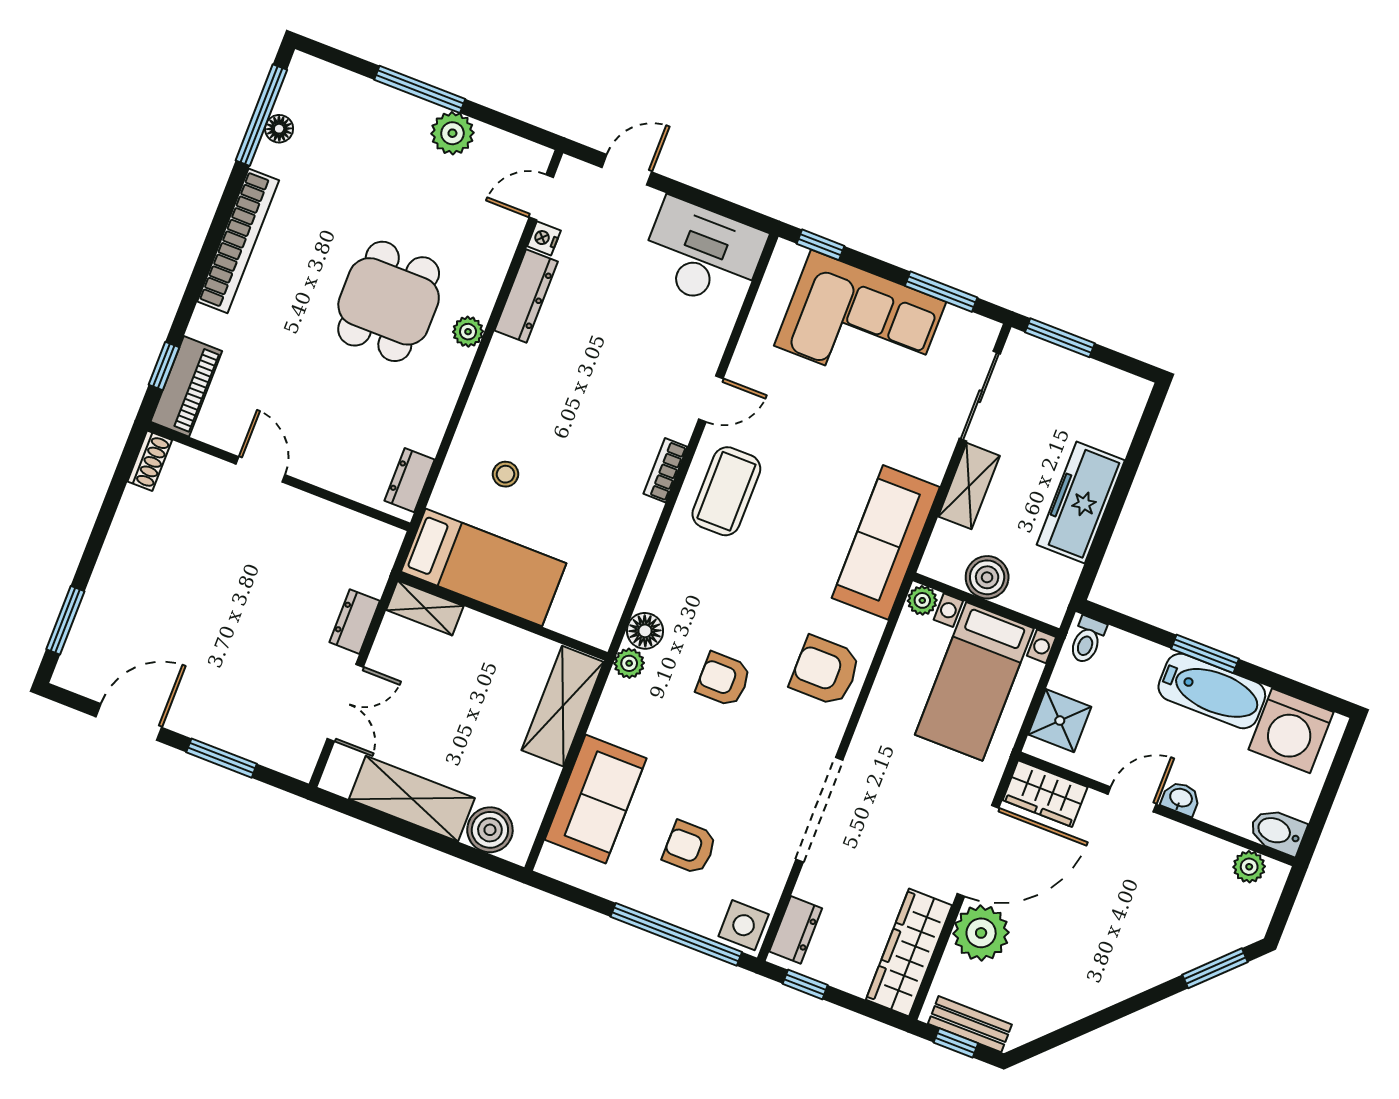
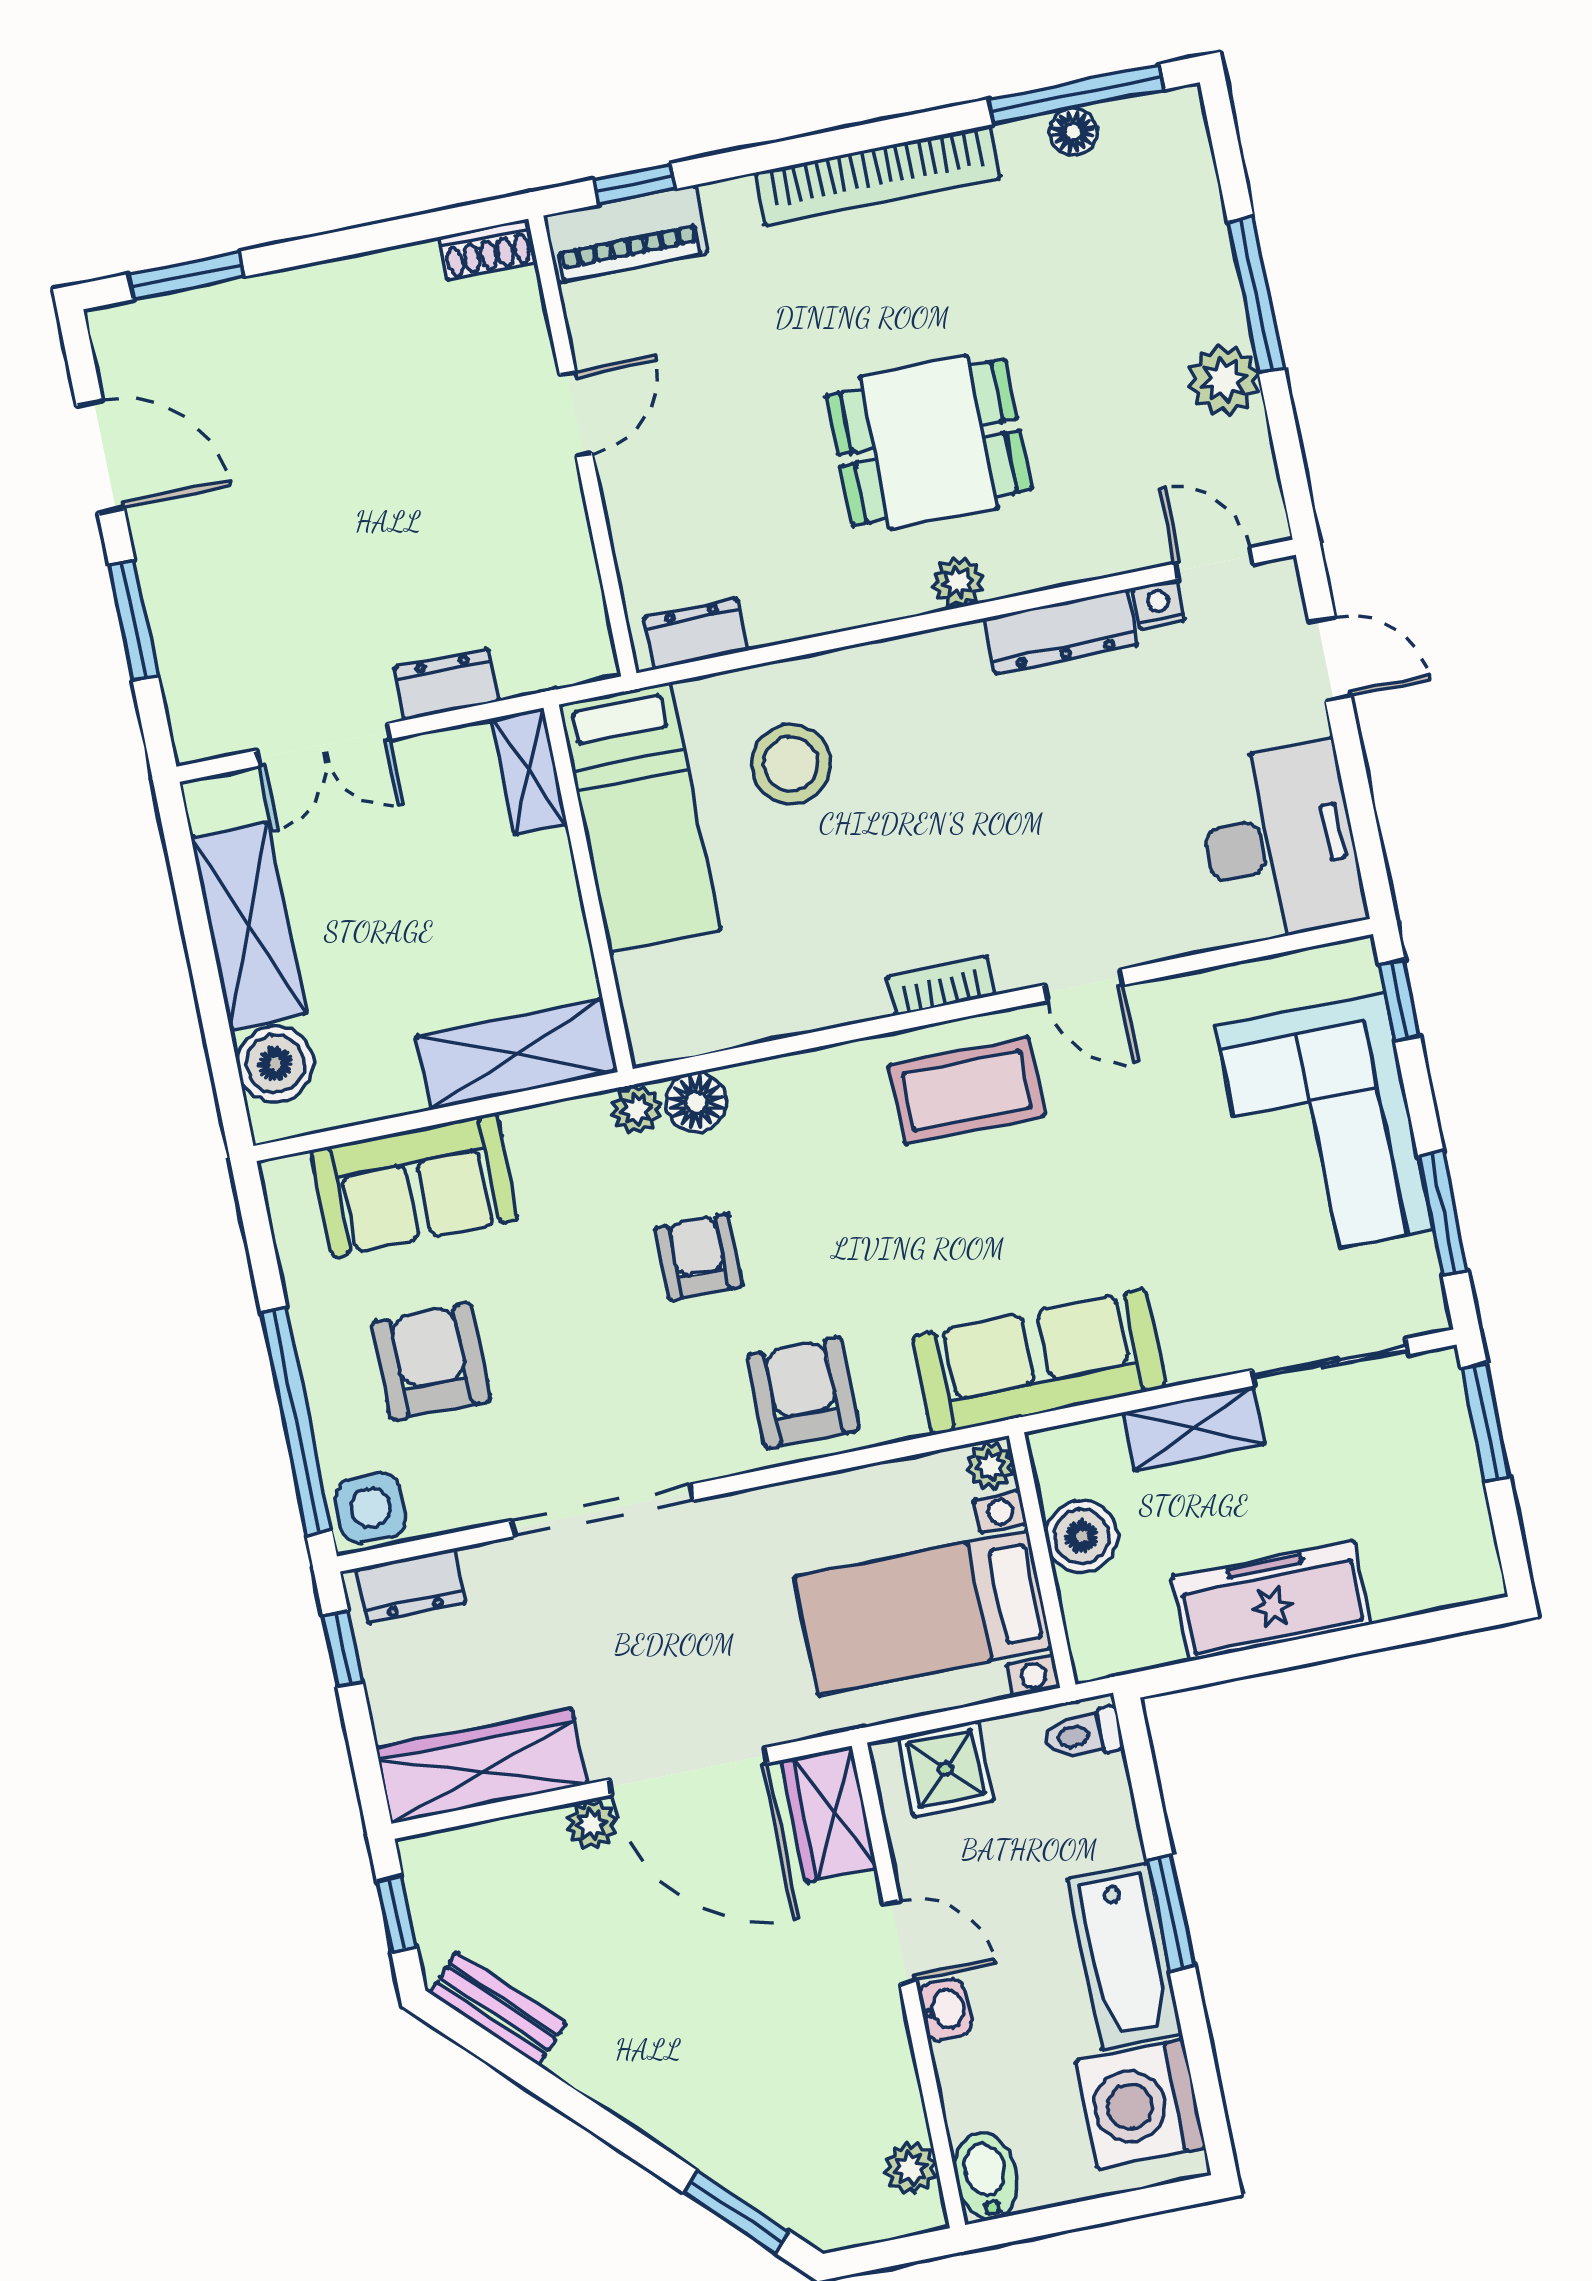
stool: (505, 474) -> (791, 764), width x1.89, depth x1.89
armchair: (690, 847) -> (431, 1361), width x1.38, depth x1.38
plant: (981, 933) -> (592, 1824), width x0.53, depth x0.53
bench: (970, 1024) -> (498, 2009), moved, turned -45

